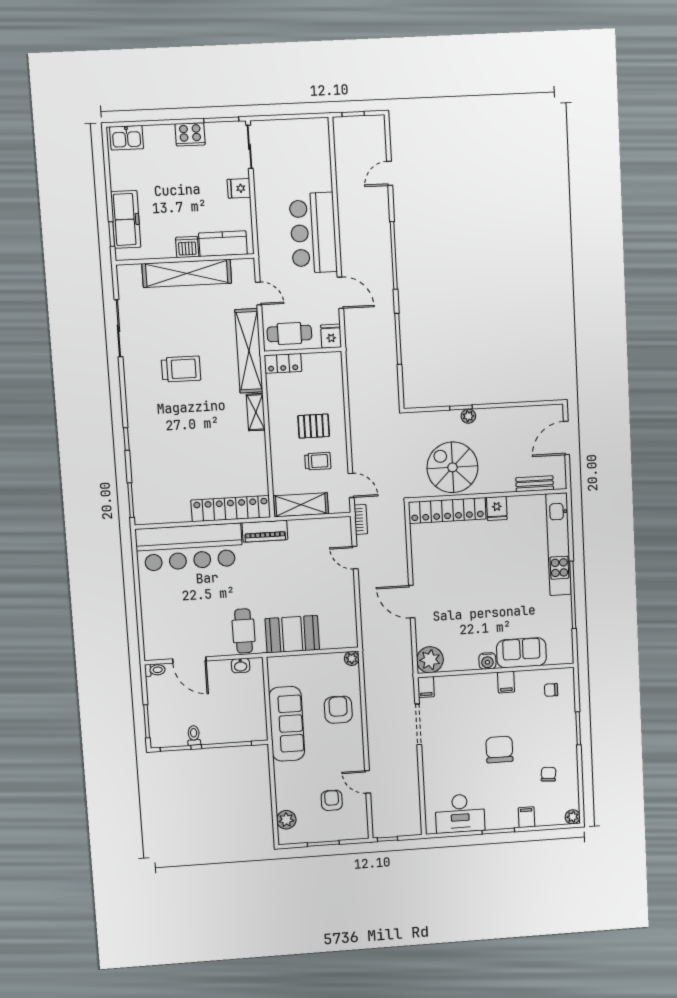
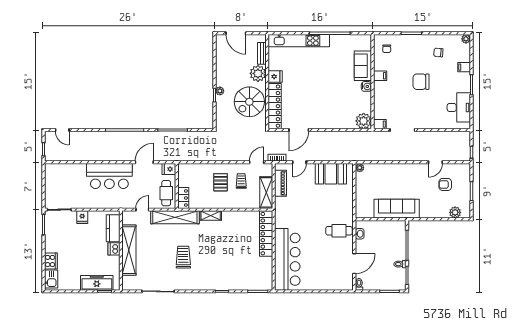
cooker: (190, 134) -> (51, 261), moved
door: (390, 173) -> (62, 130), moved
plant: (501, 479) -> (258, 73), added
piano: (265, 531) -> (281, 183), moved
door: (412, 602) -> (299, 130), moved
booth: (292, 634) -> (331, 174), moved, turned 90
armchair: (338, 710) -> (390, 177), removed

